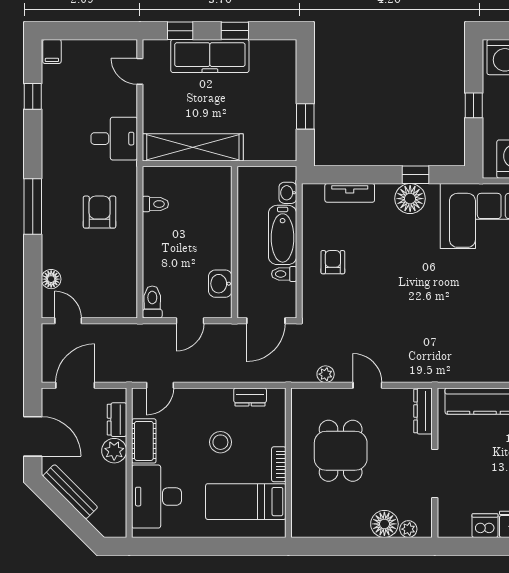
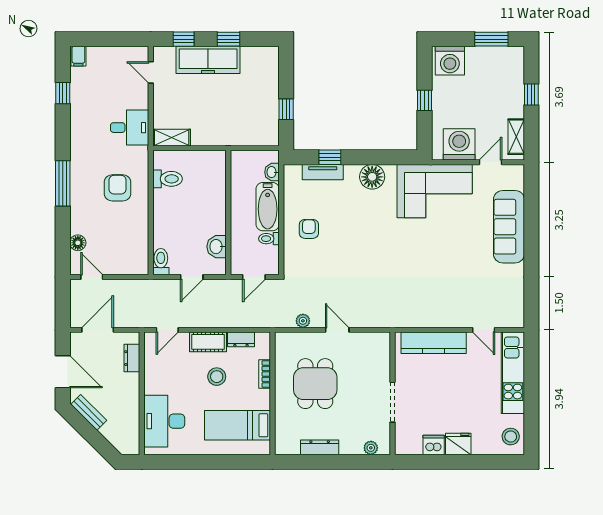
shelving: (193, 147) -> (172, 138), width x0.45, depth x0.75
window: (415, 175) -> (330, 157), moved
toilet: (155, 204) -> (167, 179), width x1.37, depth x1.39
door: (266, 321) -> (254, 277), width x0.73
dresser: (423, 411) -> (320, 447), moved, turned 90
cot: (144, 441) -> (208, 342), moved, turned 90
plant: (114, 451) -> (130, 384), removed
bookcase: (279, 464) -> (265, 374), moved
bench: (70, 492) -> (89, 412), width x0.73
floor lamp: (384, 524) -> (351, 444), removed

